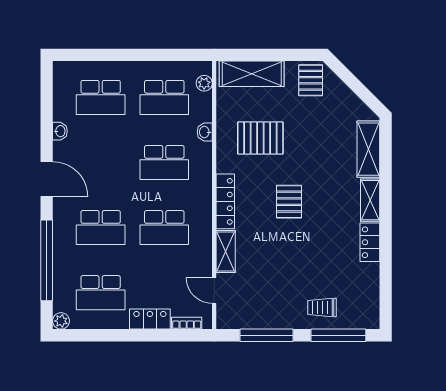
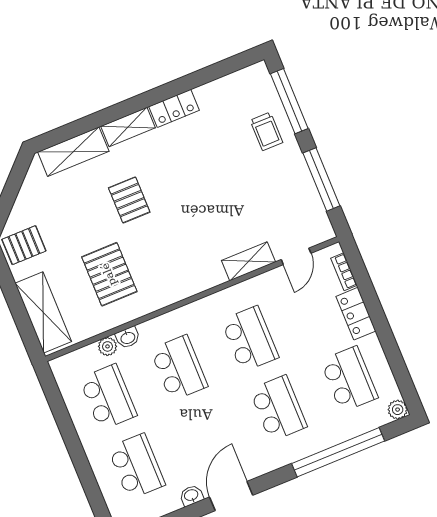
plant: (204, 83) -> (107, 346), moved
door: (47, 179) -> (231, 496), moved
locker: (225, 201) -> (194, 284), removed
pallet: (289, 202) -> (129, 200), moved, turned 90

